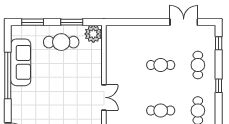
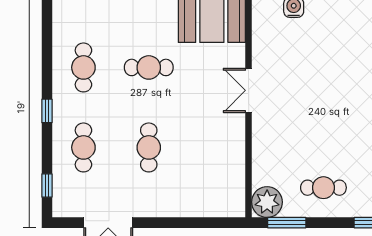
window: (72, 22) -> (287, 223), moved
cafe table: (61, 42) -> (323, 188), width x0.73, depth x0.74
cafe table: (161, 65) -> (149, 147), turned 90

